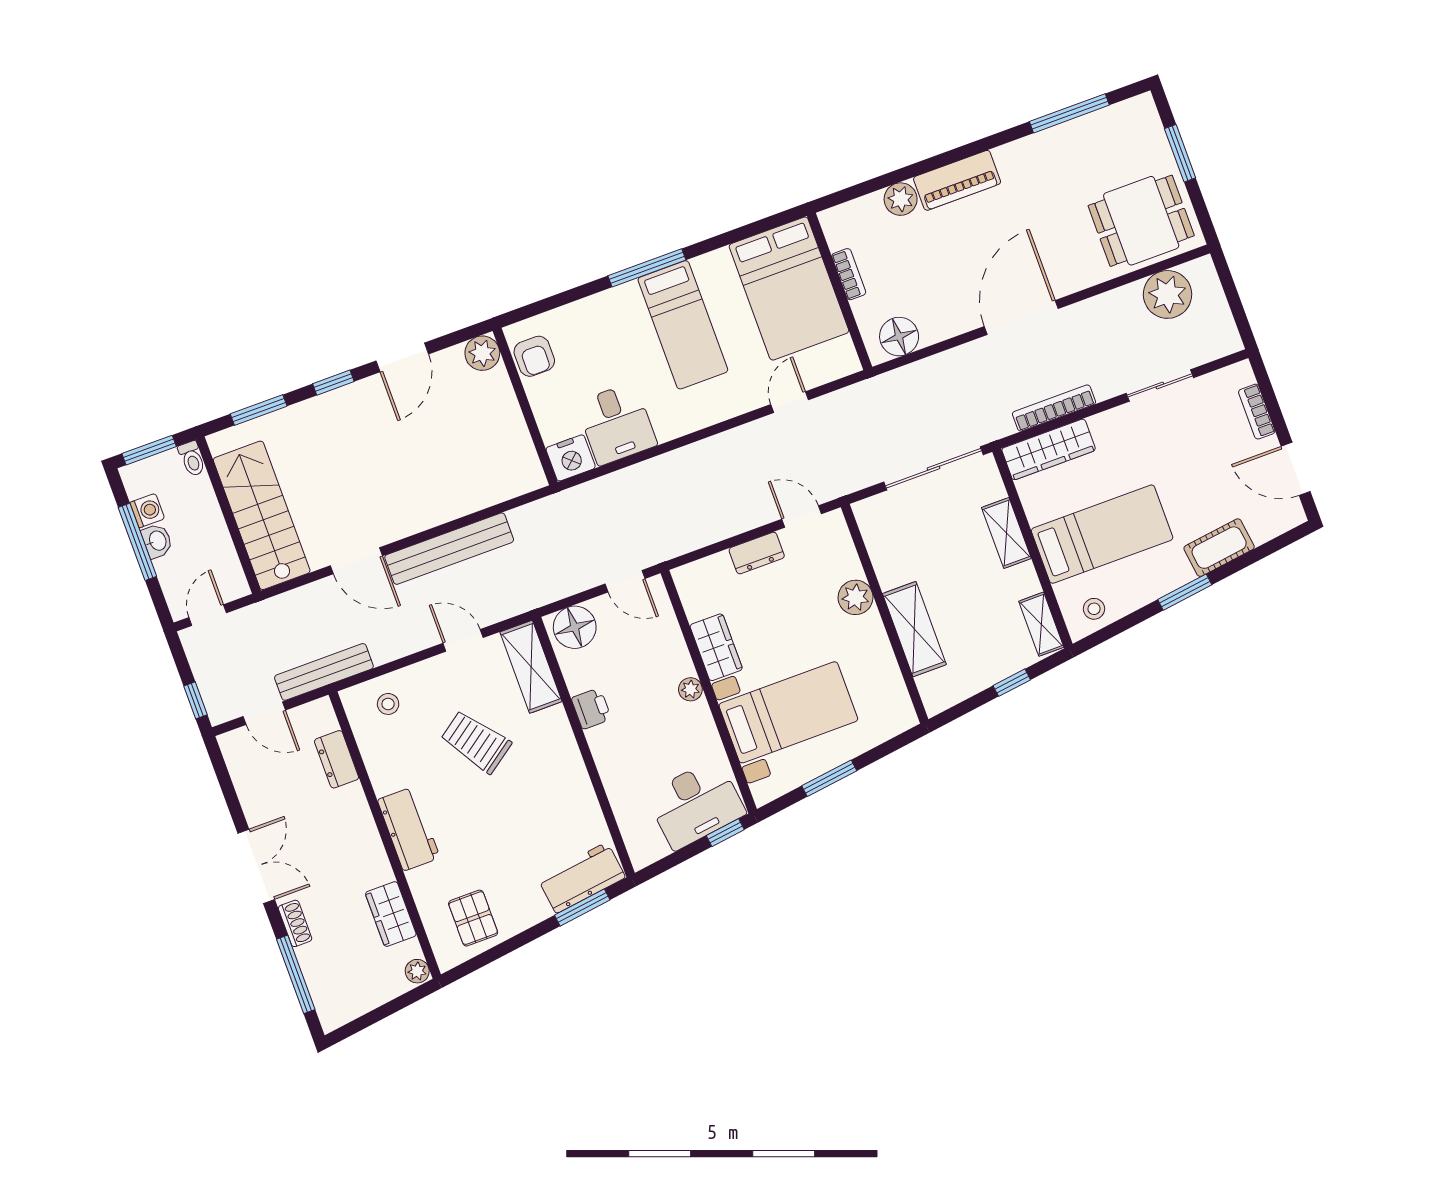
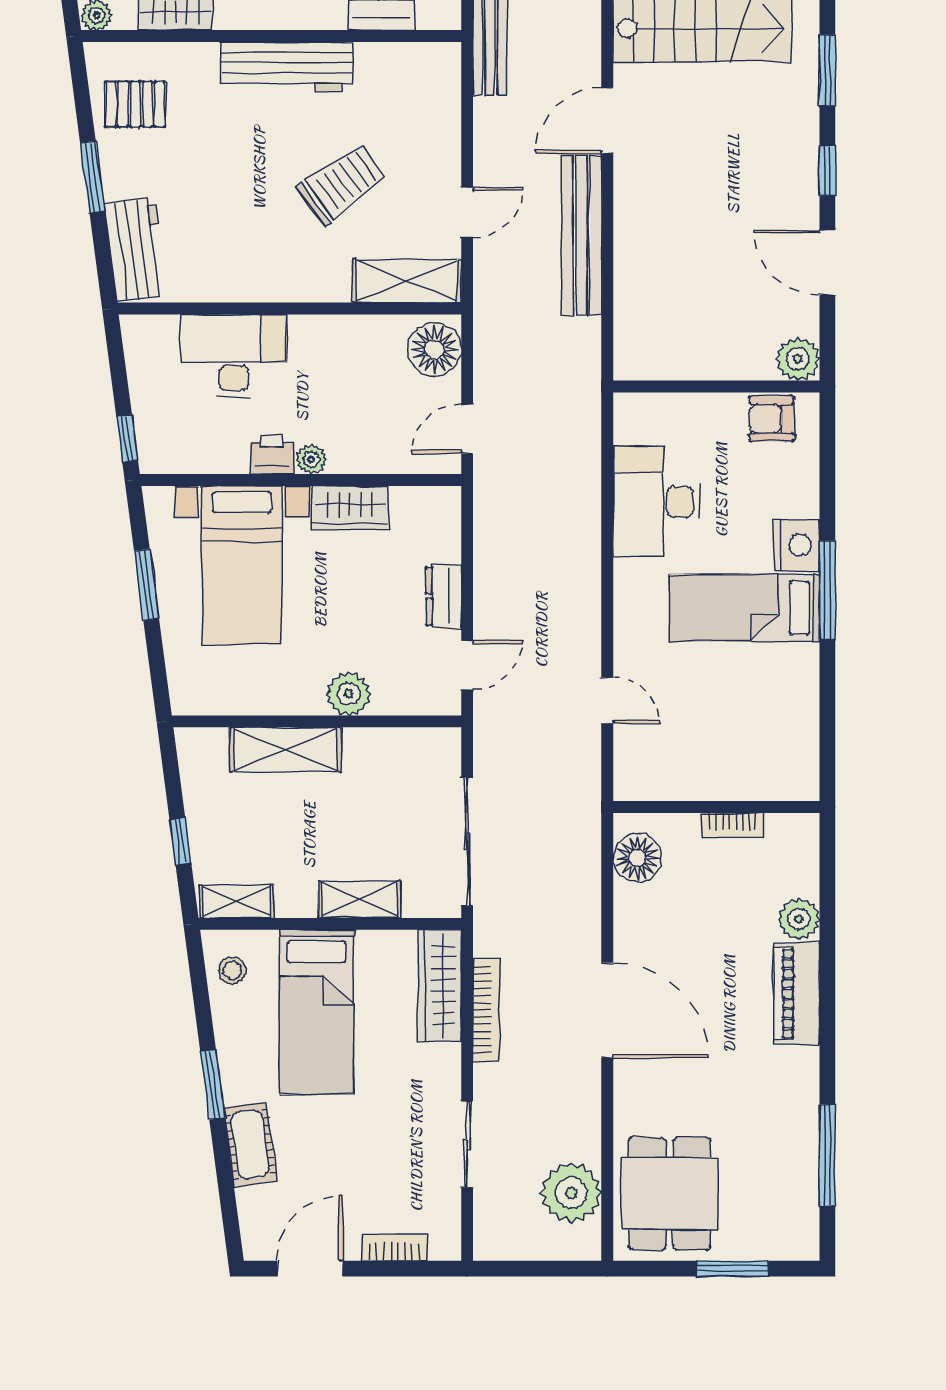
bed: (789, 289) -> (742, 749), removed
desk: (617, 424) -> (657, 502), width x1.37
nightstand: (571, 458) -> (797, 545), moved, turned 180
stool: (388, 704) -> (425, 96), removed
printer: (591, 709) -> (272, 454), moved, turned 180
desk: (696, 804) -> (233, 356), moved, turned 98
workbench: (409, 829) -> (286, 67), width x1.38
window: (582, 907) -> (93, 177), moved

